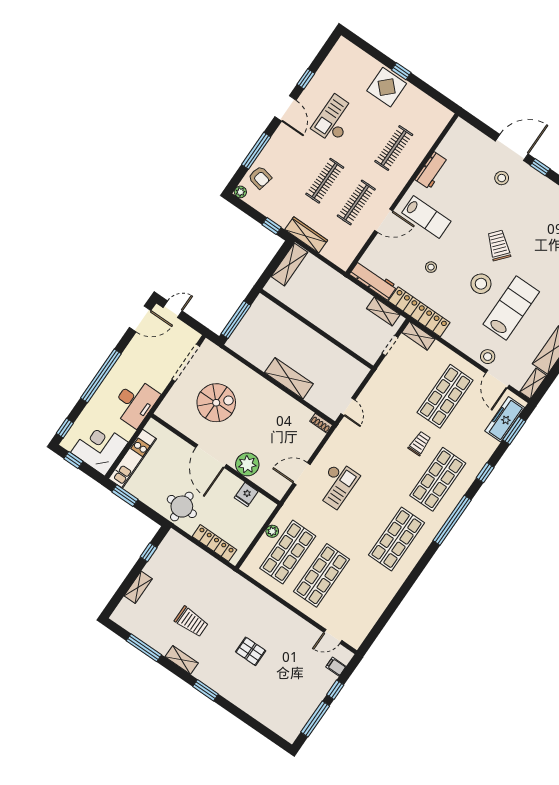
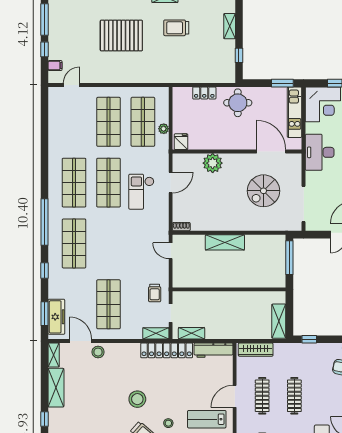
wardrobe: (306, 235) -> (256, 350), moved
stool: (431, 267) -> (168, 423), moved
lab bench: (511, 308) -> (105, 397), removed
trolley: (420, 443) -> (155, 293), moved
door: (211, 456) -> (271, 152), moved
fridge: (246, 495) -> (181, 142), moved
shop shelf: (363, 516) -> (108, 183), added
locker: (214, 543) -> (204, 93), width x0.66
pallet: (251, 651) -> (121, 36), width x2.05, depth x2.00

